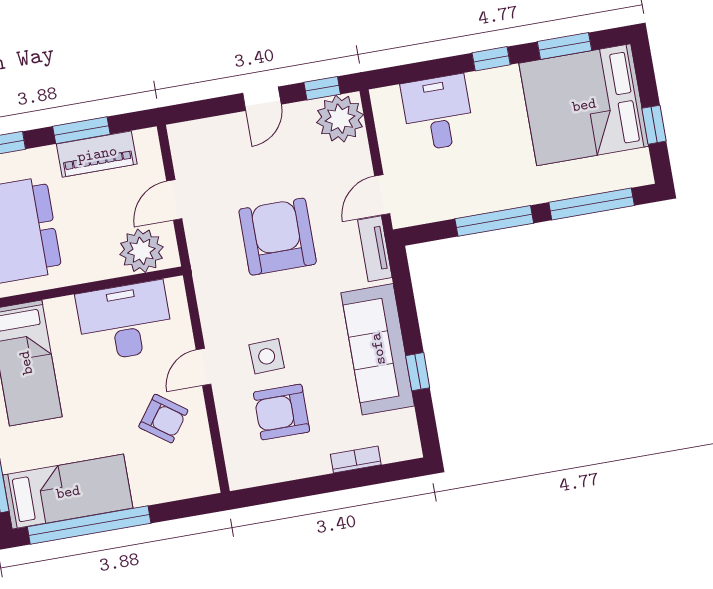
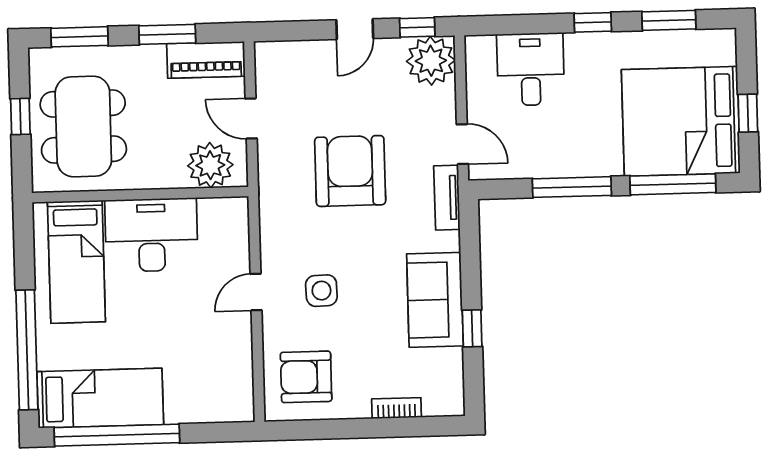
bed: (584, 105) -> (681, 121), moved
piano: (97, 154) -> (206, 60), moved
door: (382, 195) -> (462, 144), swing flipped
door: (174, 200) -> (251, 119), hinge flipped
desk: (125, 321) -> (151, 235), moved
sofa: (378, 349) -> (435, 300), width x0.73
armchair: (282, 412) -> (306, 377), moved
armchair: (163, 419) -> (208, 338), removed

